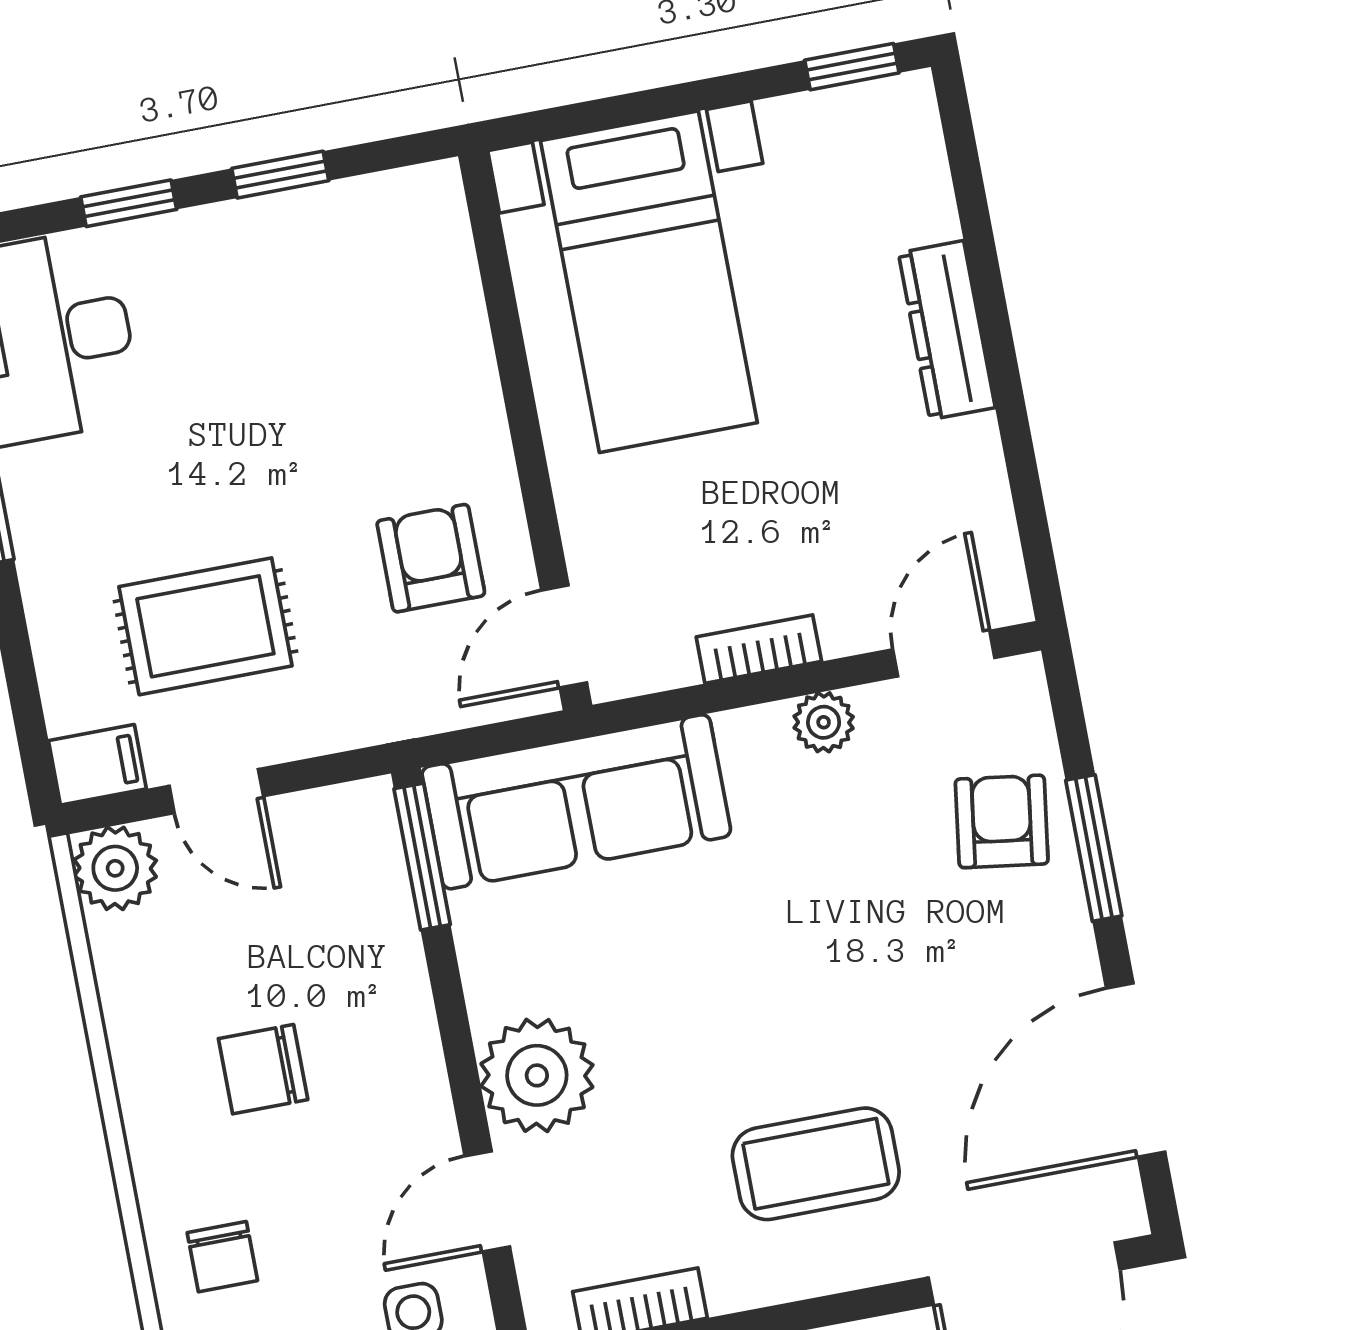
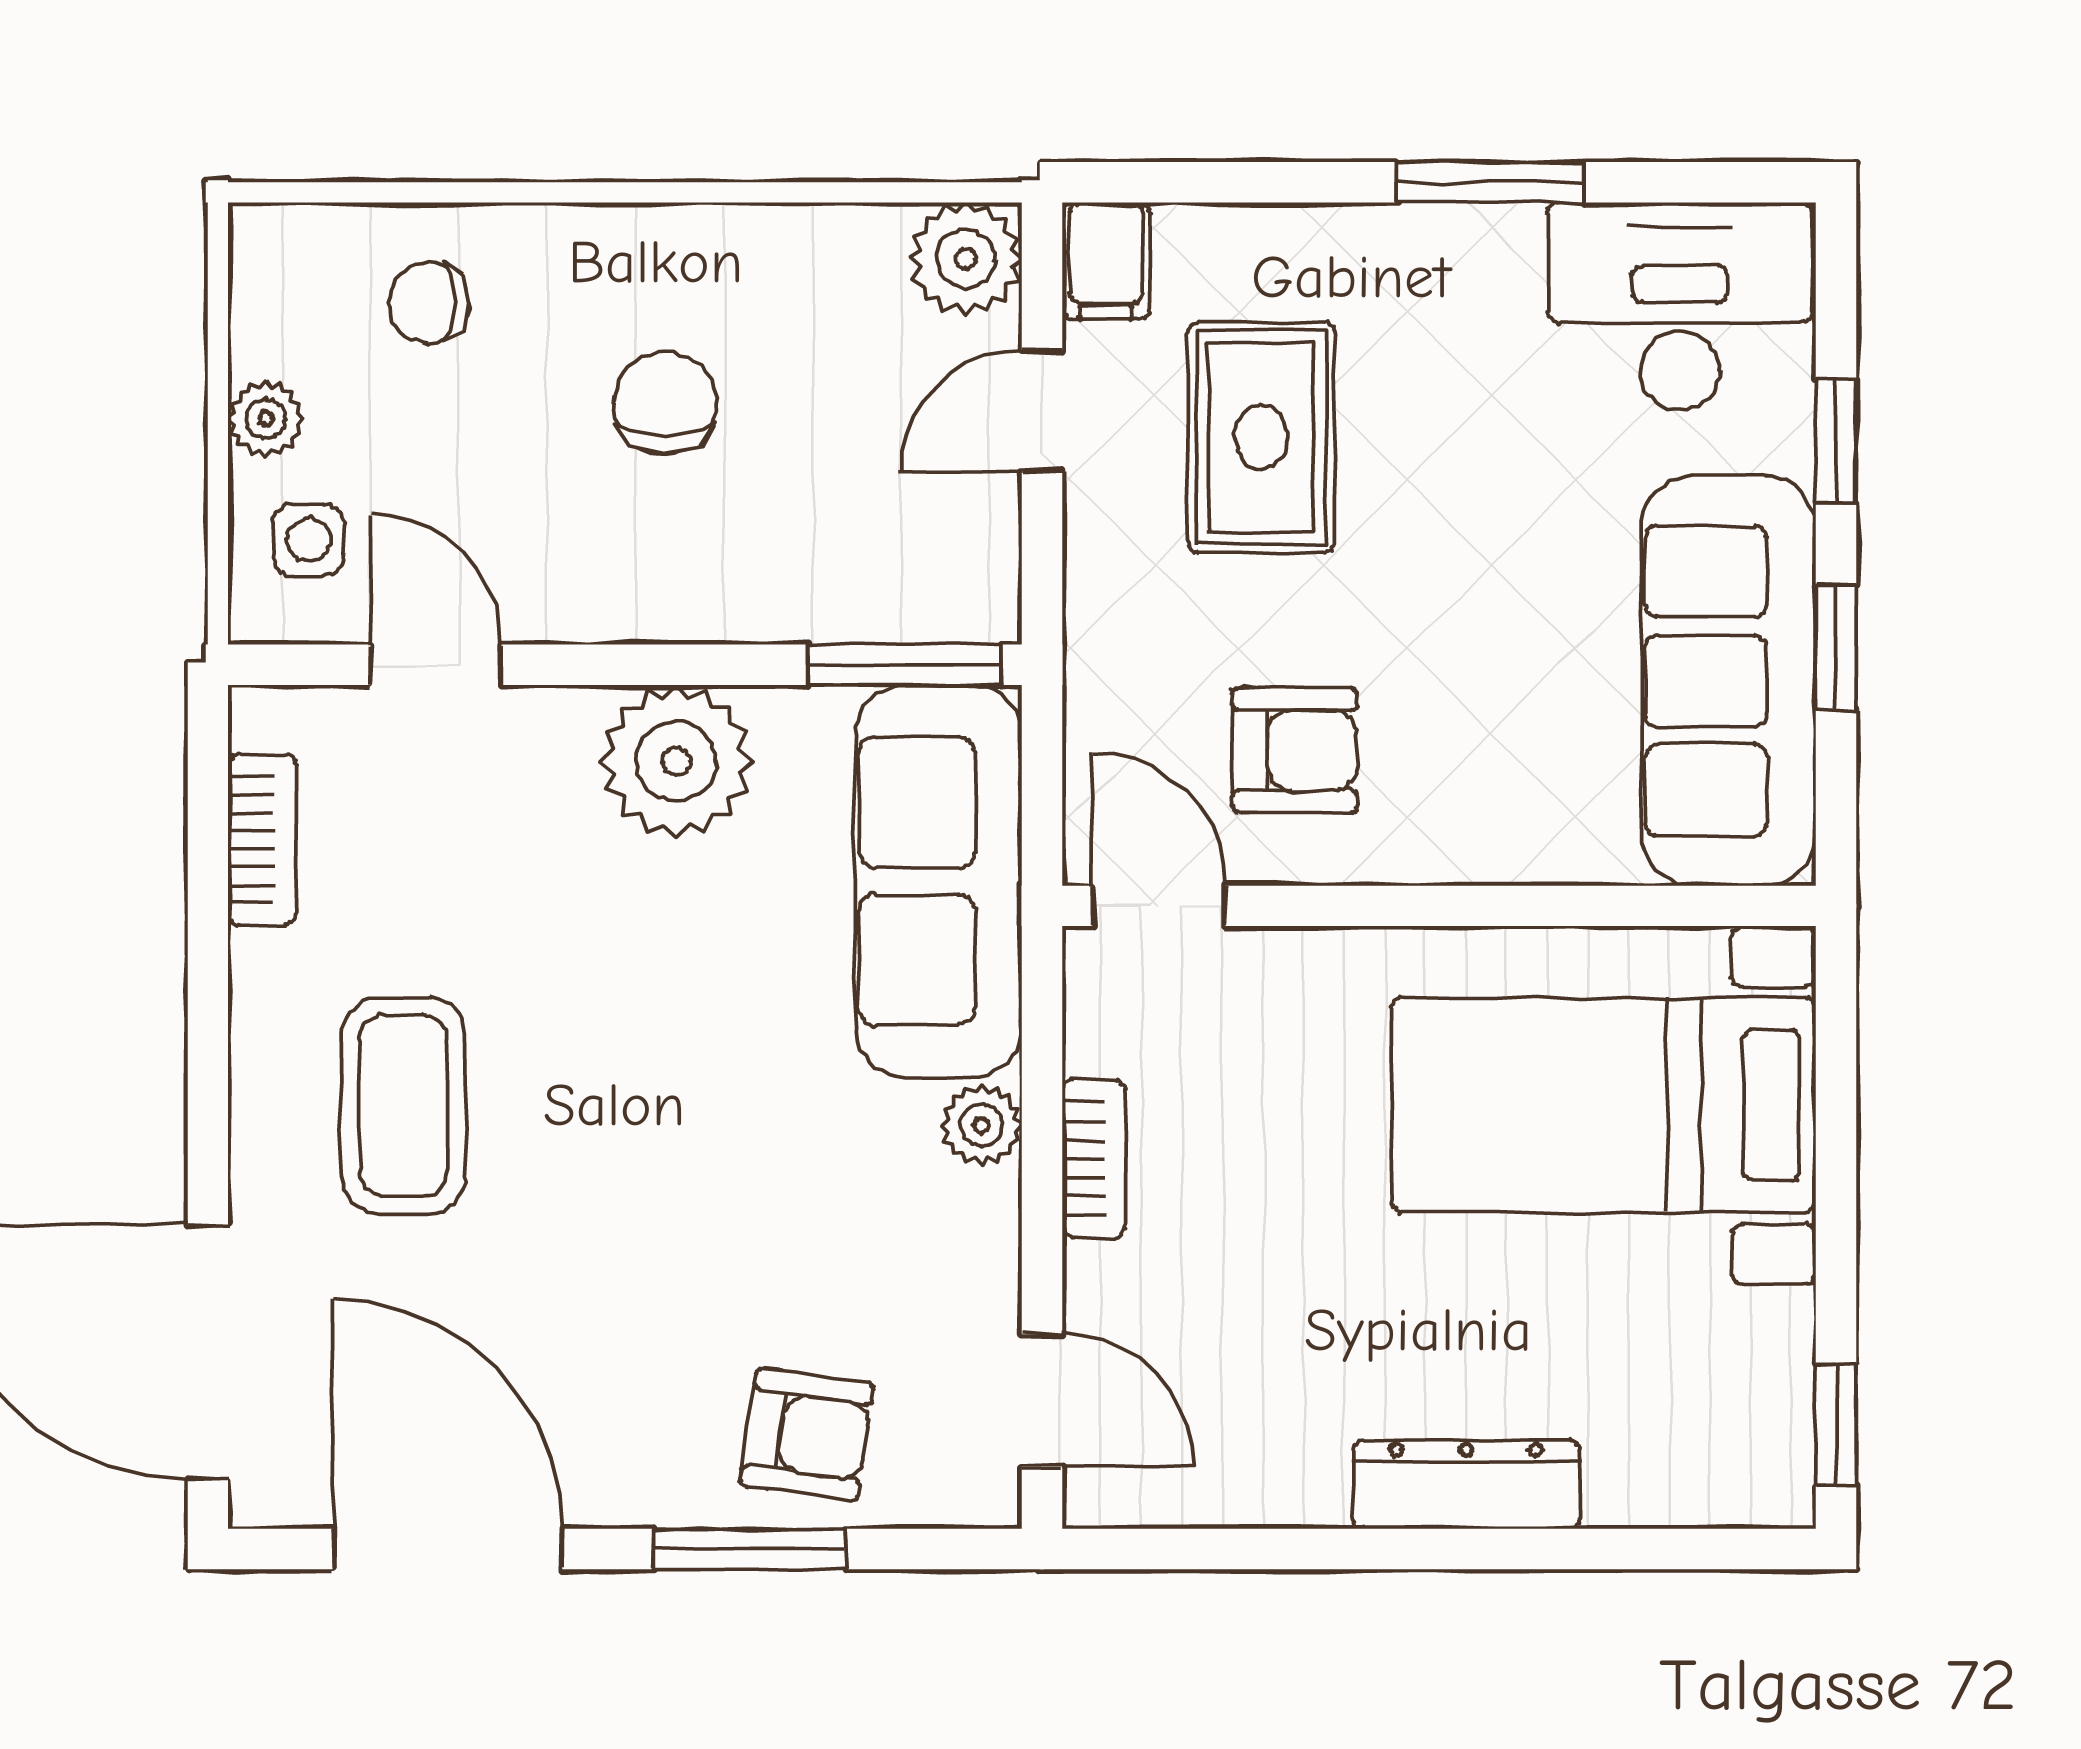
sofa: (320, 249) -> (1729, 681), added
plant: (824, 722) -> (982, 1125), moved
plant: (537, 1075) -> (676, 761), moved

